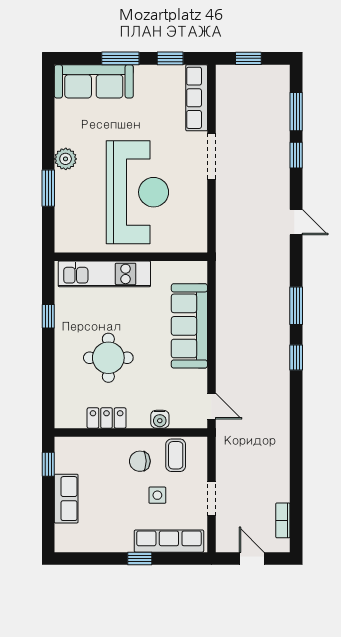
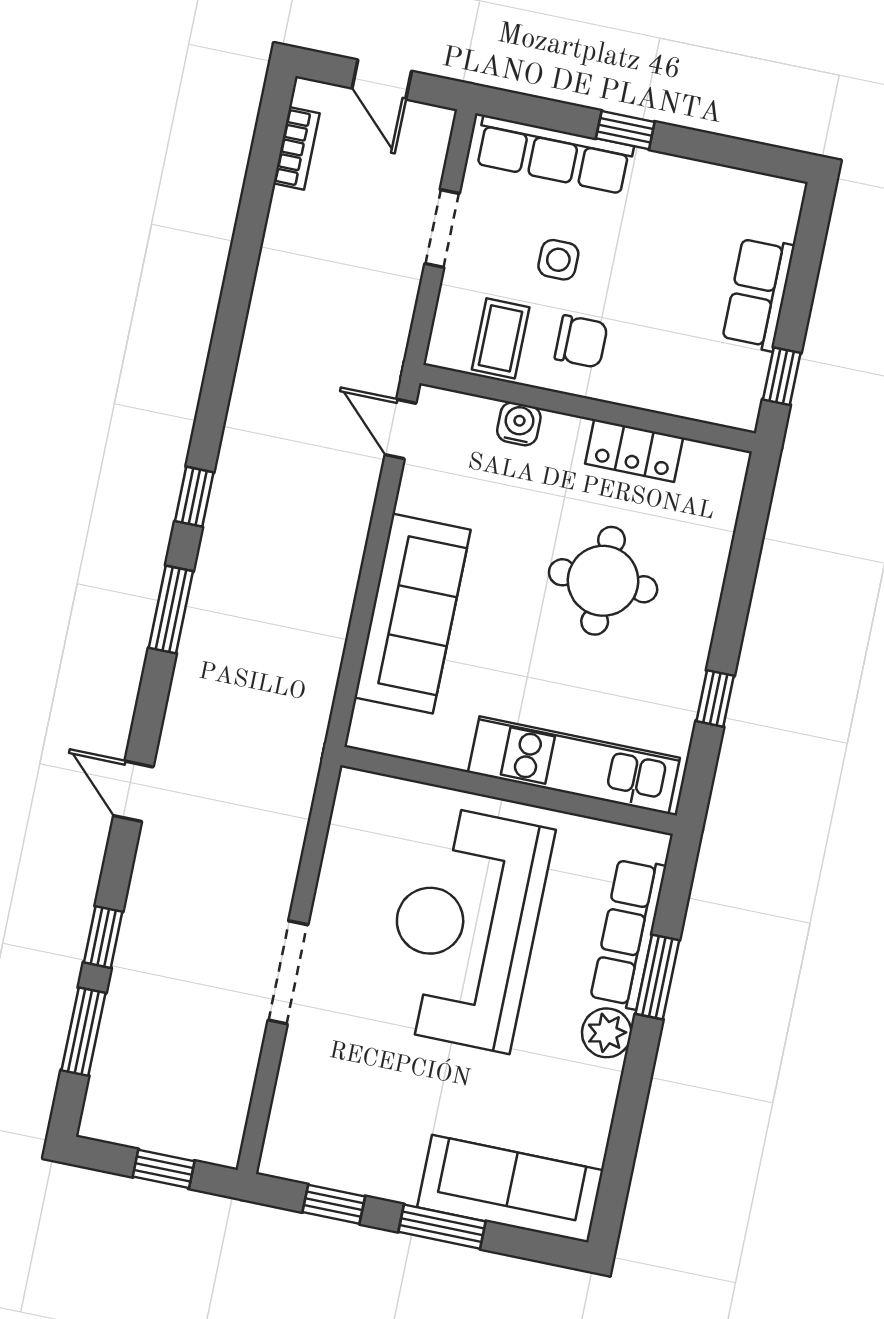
row of seats: (197, 98) -> (628, 933), moved, turned 180

